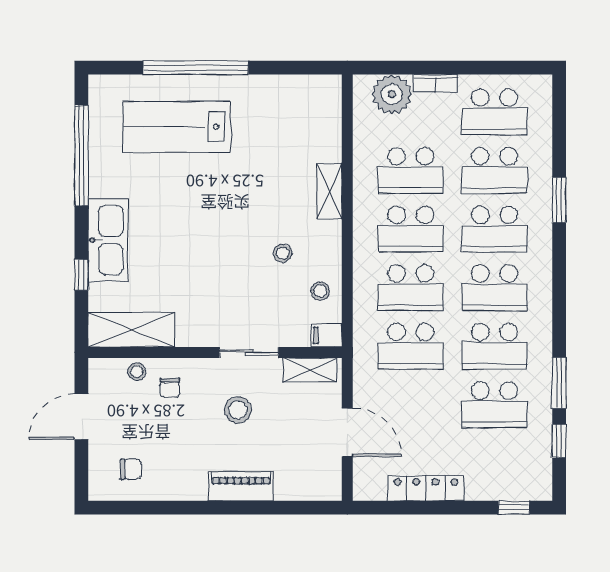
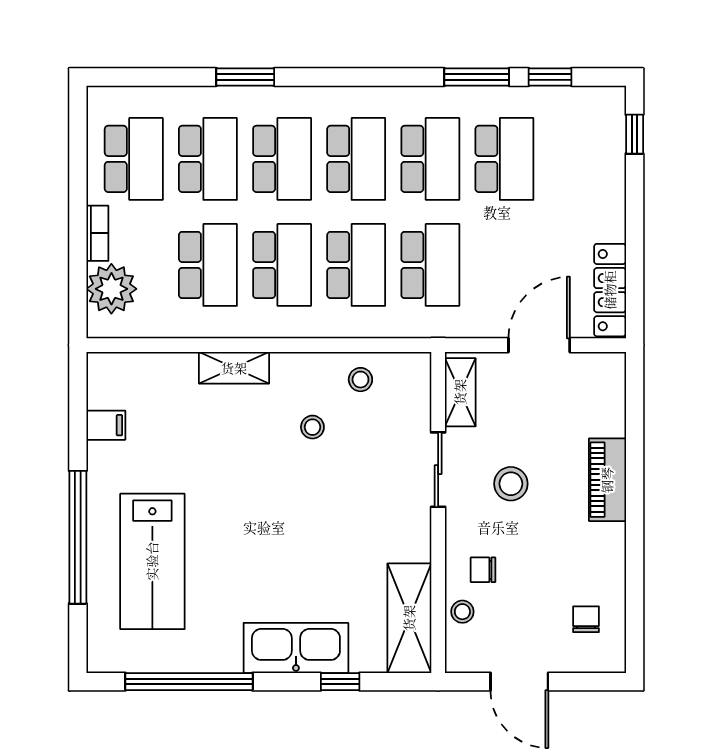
filing cabinet: (327, 335) -> (106, 425), moved, turned -90
chair: (170, 388) -> (483, 570), turned 180
locker: (426, 488) -> (610, 290), moved

